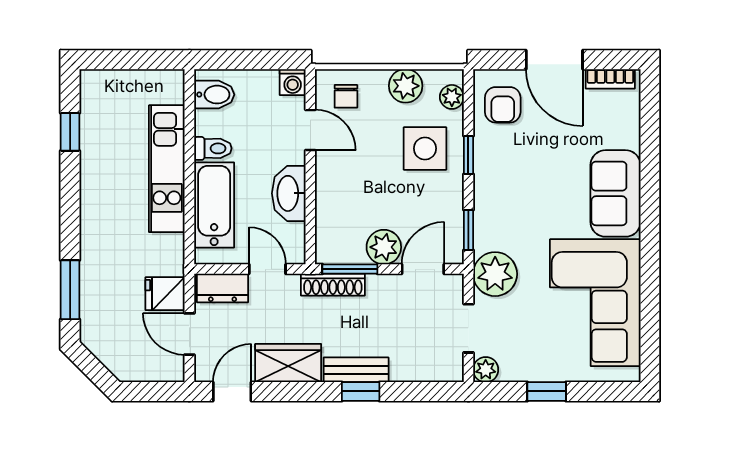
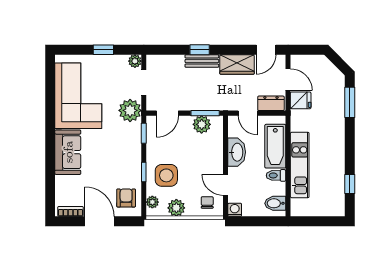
plant: (384, 247) -> (202, 124), moved
shoe rack: (333, 285) -> (214, 105), removed

